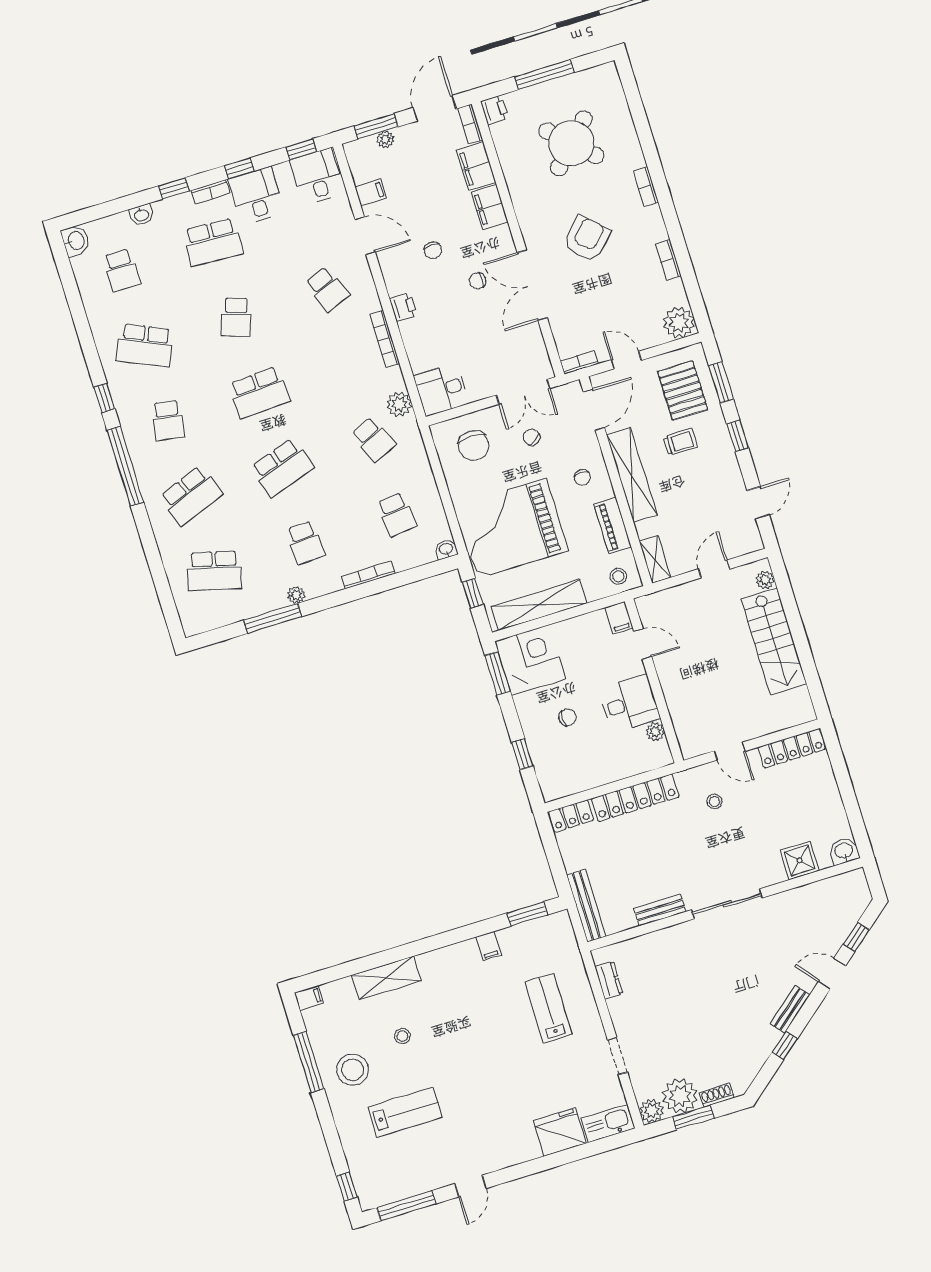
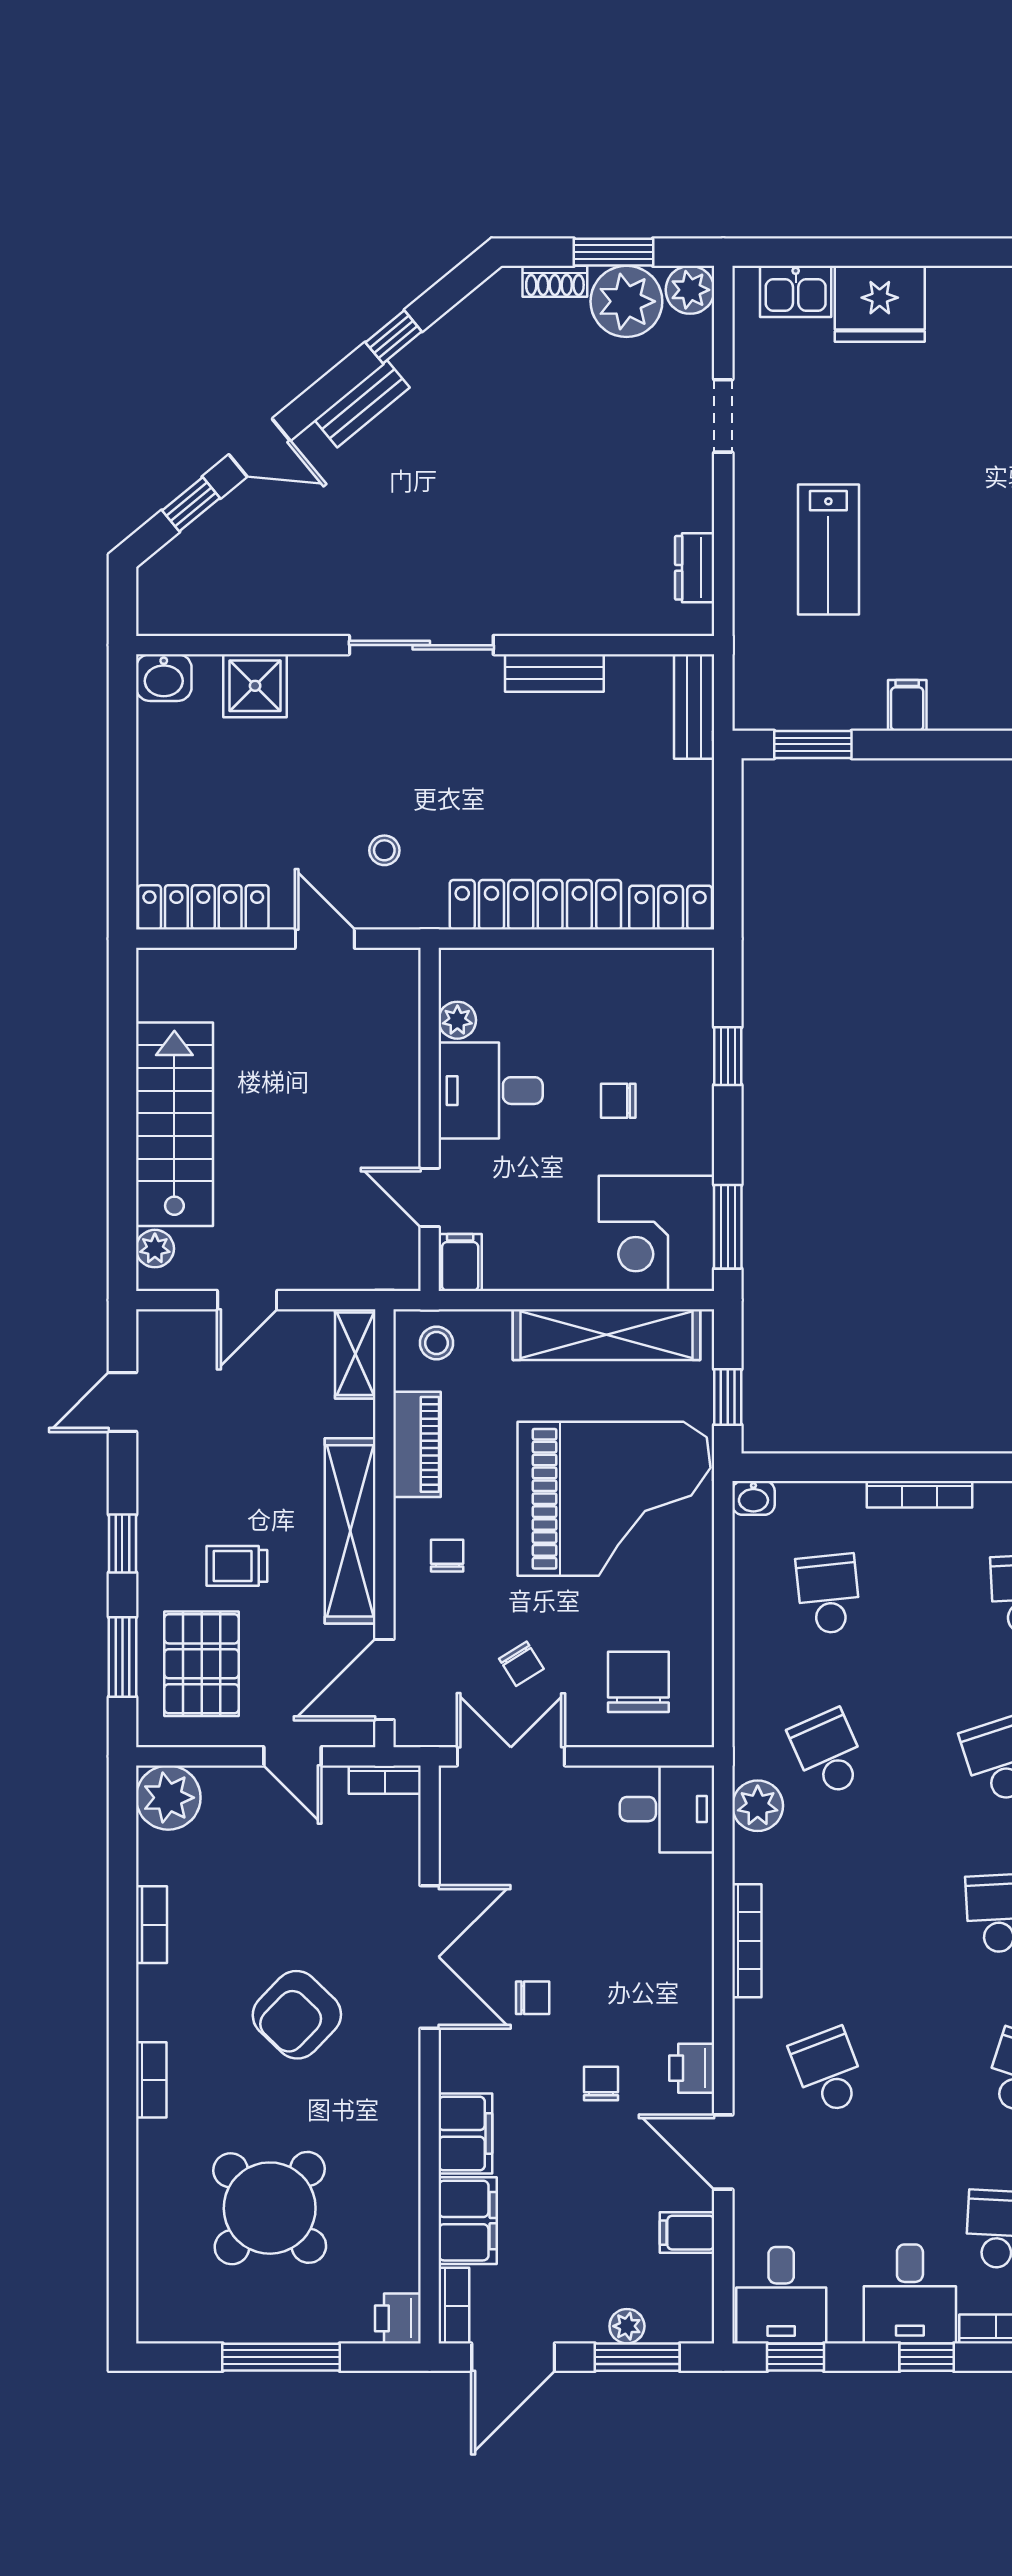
printer: (403, 307) -> (692, 2068), moved
bench: (586, 906) -> (694, 706), width x0.73
kitchen sink: (608, 1123) -> (796, 291), width x0.73

